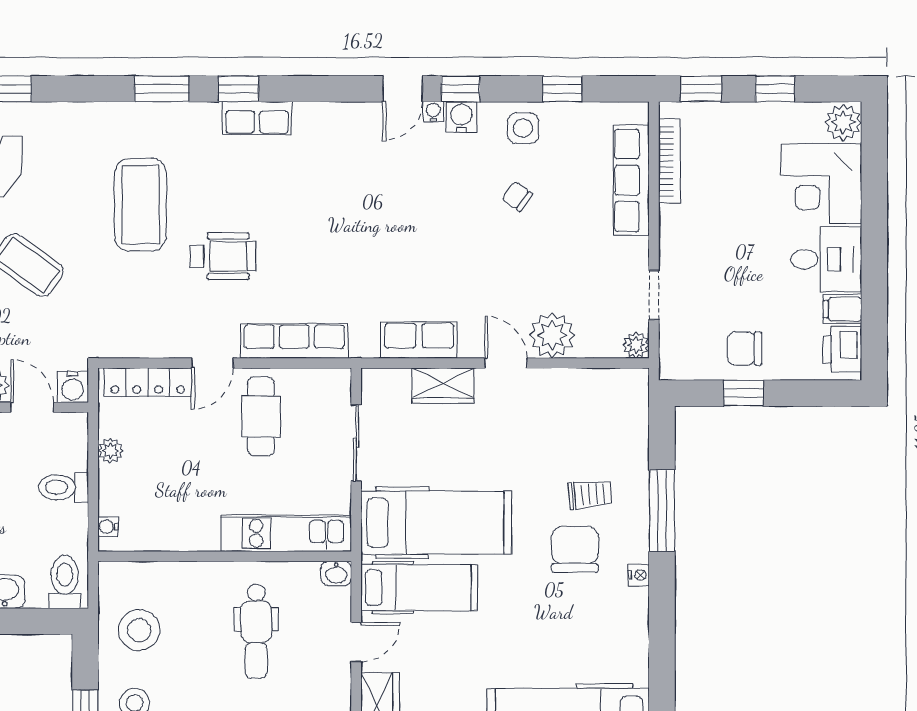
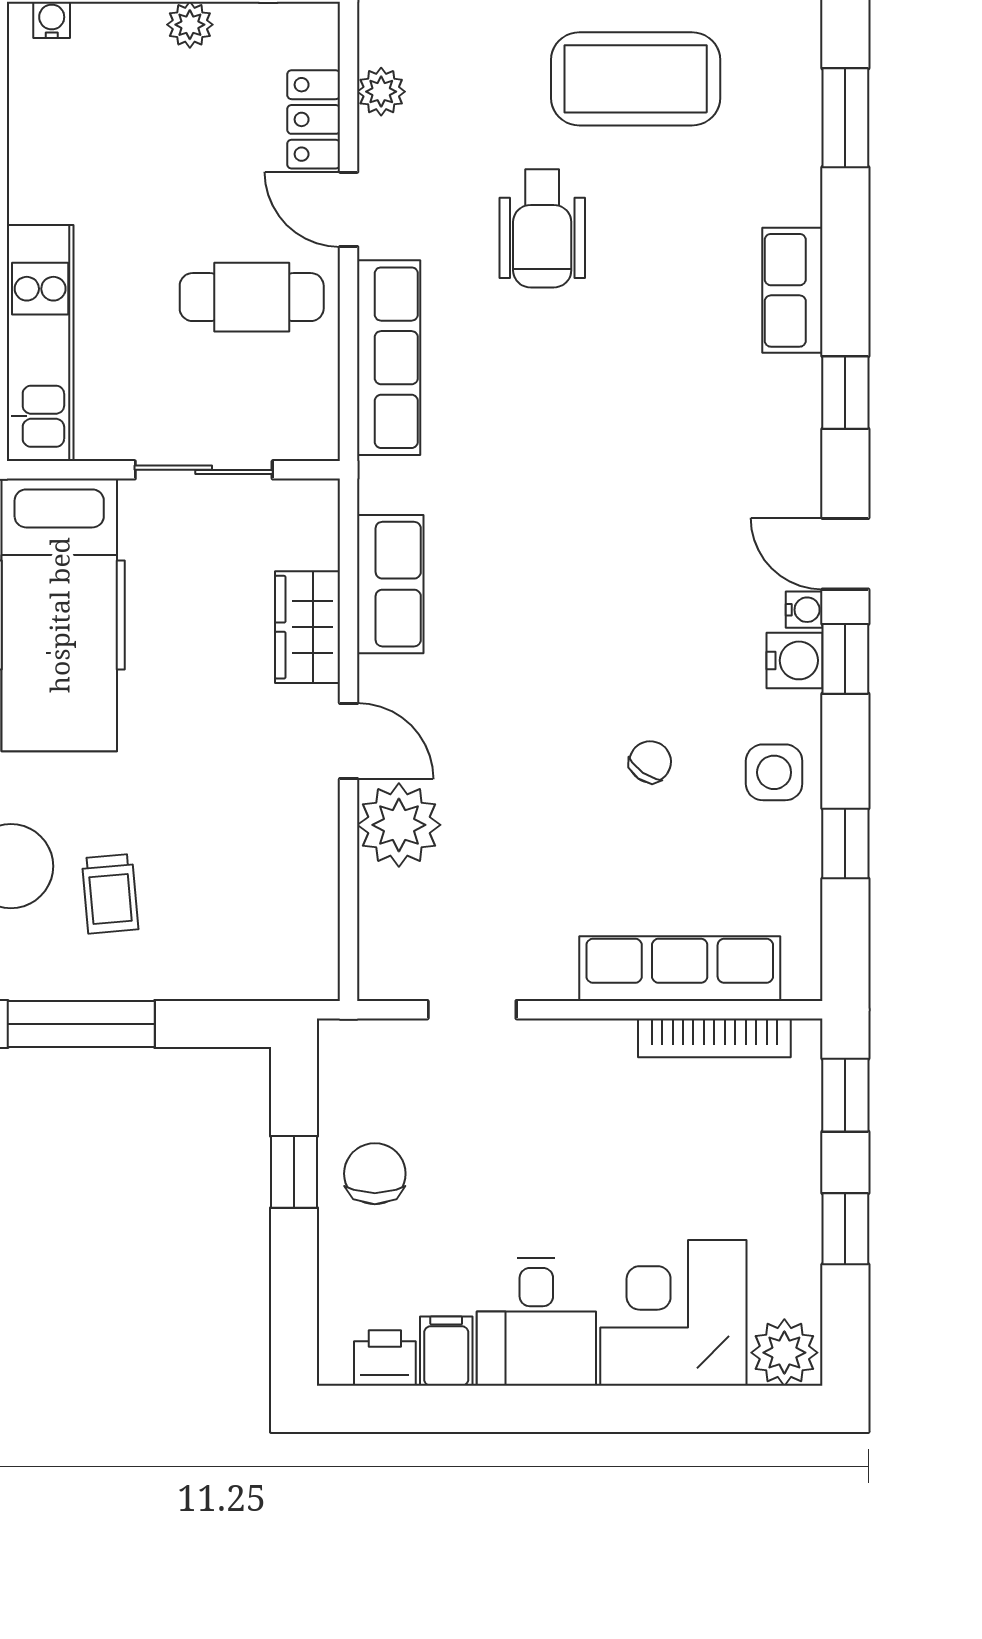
window: (238, 89) -> (845, 393), moved
plant: (636, 345) -> (381, 92), moved
printer: (842, 349) -> (385, 1358), width x0.73, depth x0.81
door: (506, 363) -> (349, 741), hinge flipped
locker: (148, 382) -> (314, 119), width x0.66

